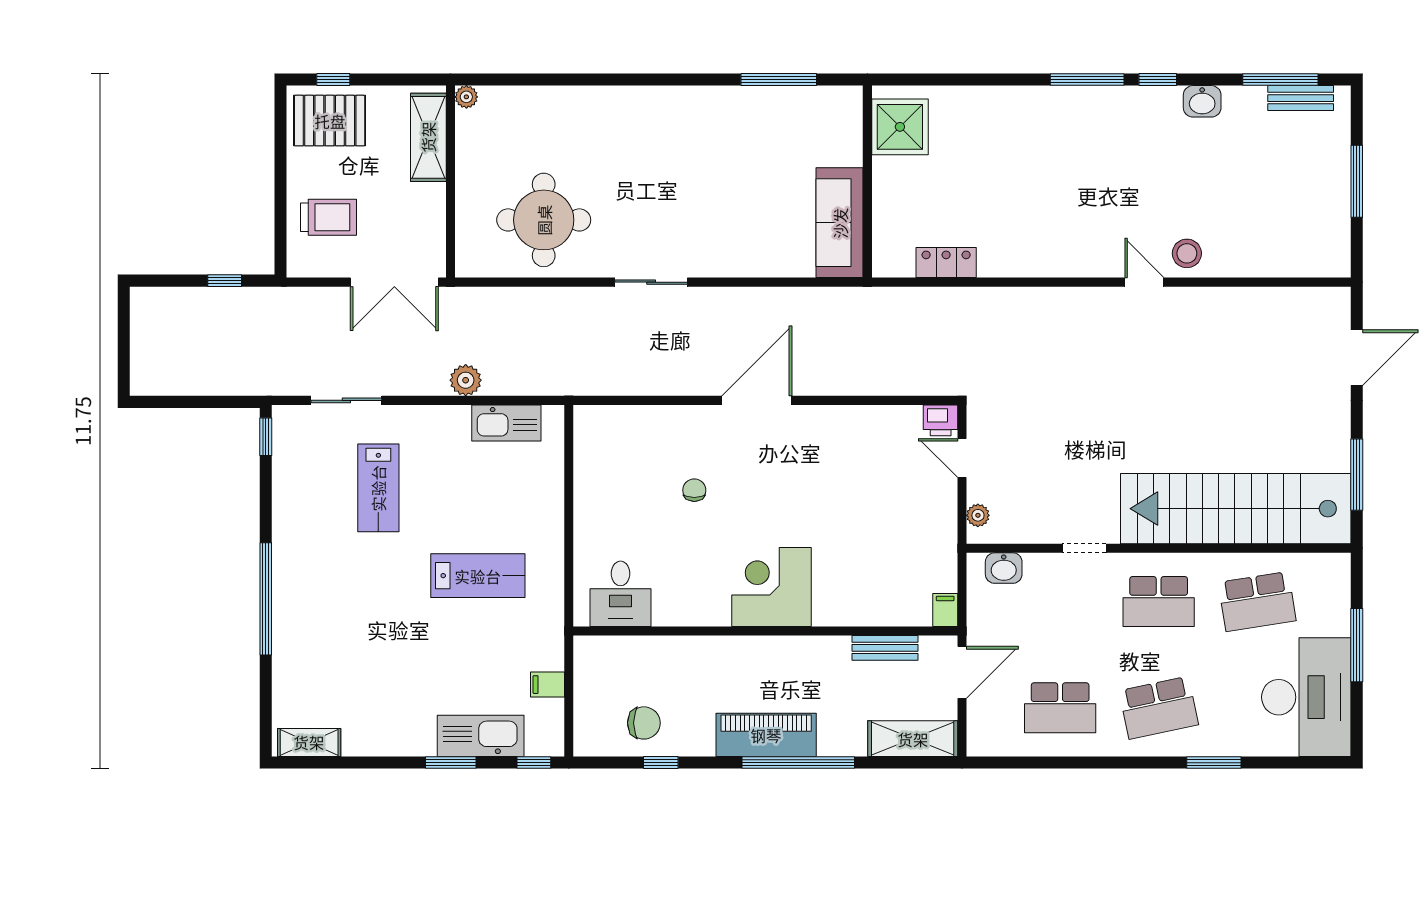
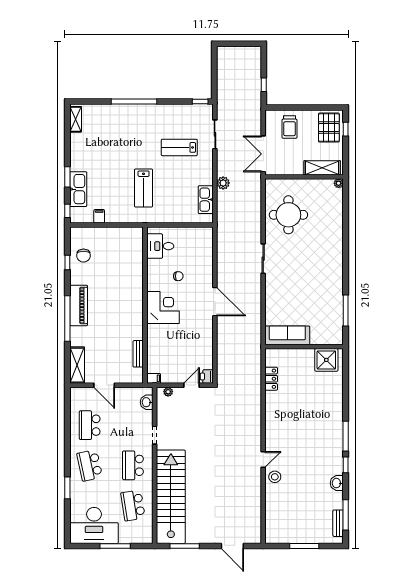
corner desk: (771, 587) -> (163, 308), moved
desk: (620, 594) -> (160, 246), moved
filing cabinet: (945, 610) -> (154, 378), moved
wall: (765, 631) -> (145, 305), moved
bench: (885, 648) -> (138, 354), moved

